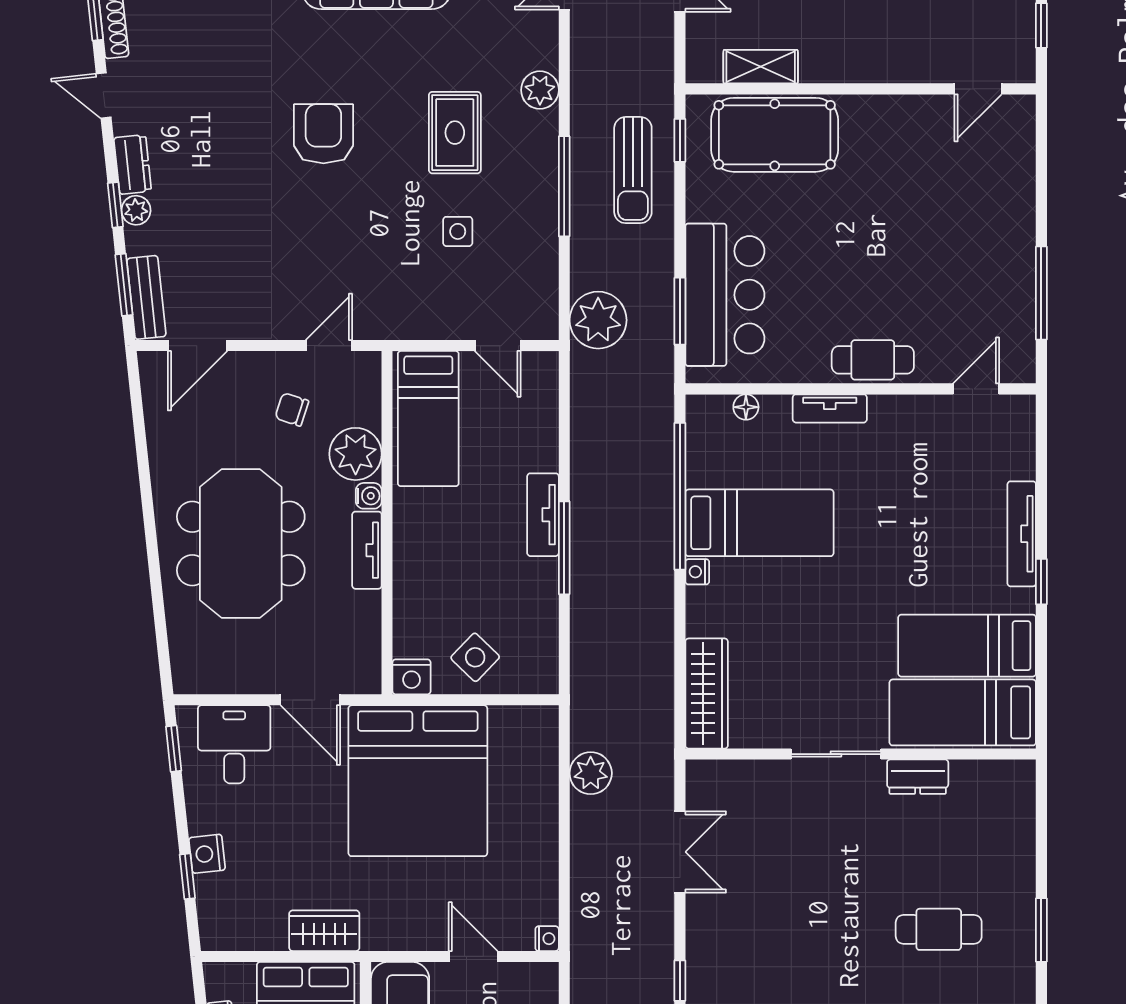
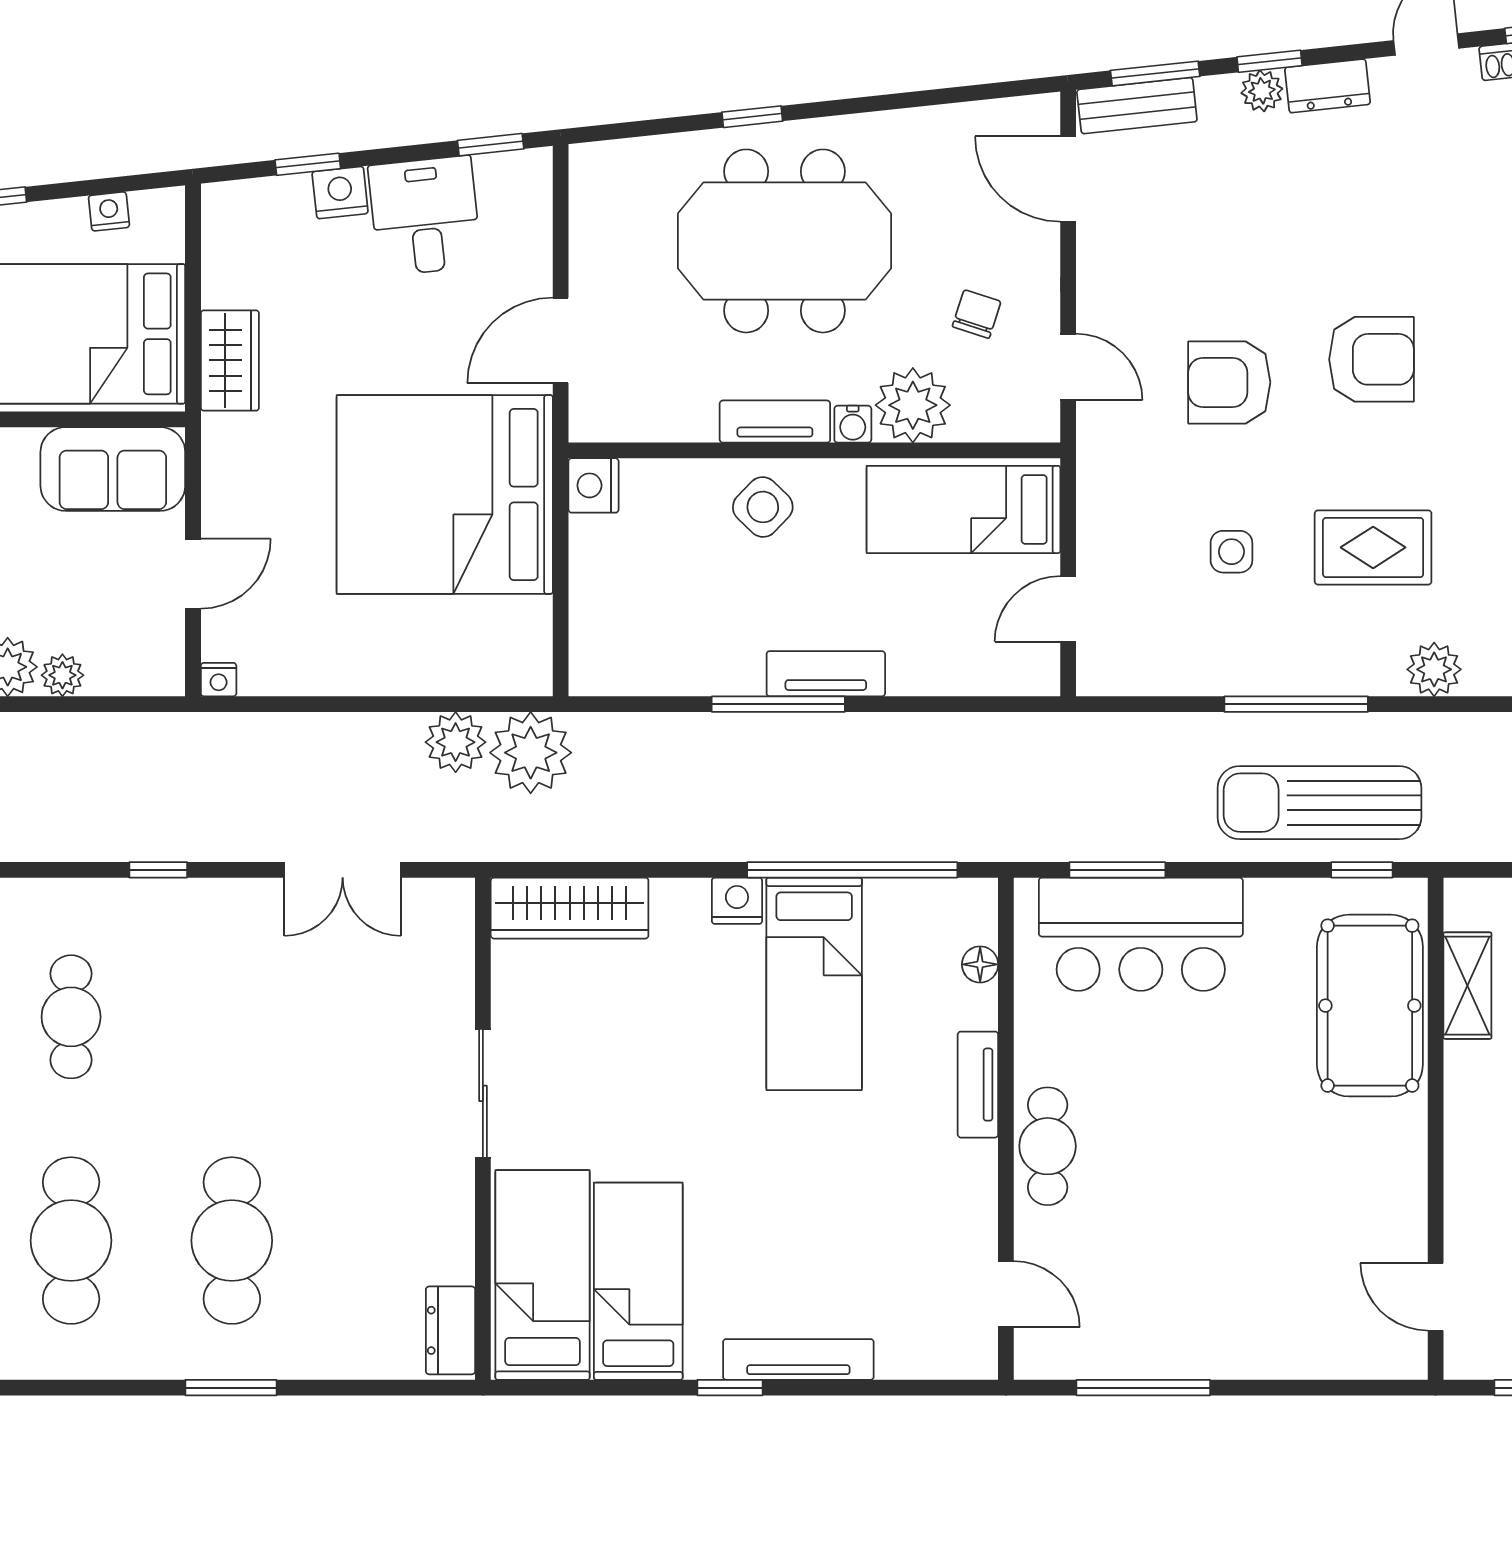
sun lounger: (633, 170) -> (1319, 803), width x1.36, depth x1.34
armchair: (340, 233) -> (1229, 382), added
plant: (598, 320) -> (531, 753), moved
window: (154, 566) -> (752, 117), added
nightstand: (697, 572) -> (737, 901), width x1.39, depth x1.35
side table: (475, 657) -> (763, 507), moved
desk: (234, 744) -> (425, 216), moved, turned -96
dresser: (918, 777) -> (451, 1330), moved
cafe table: (939, 929) -> (232, 1241), width x1.37, depth x1.35

